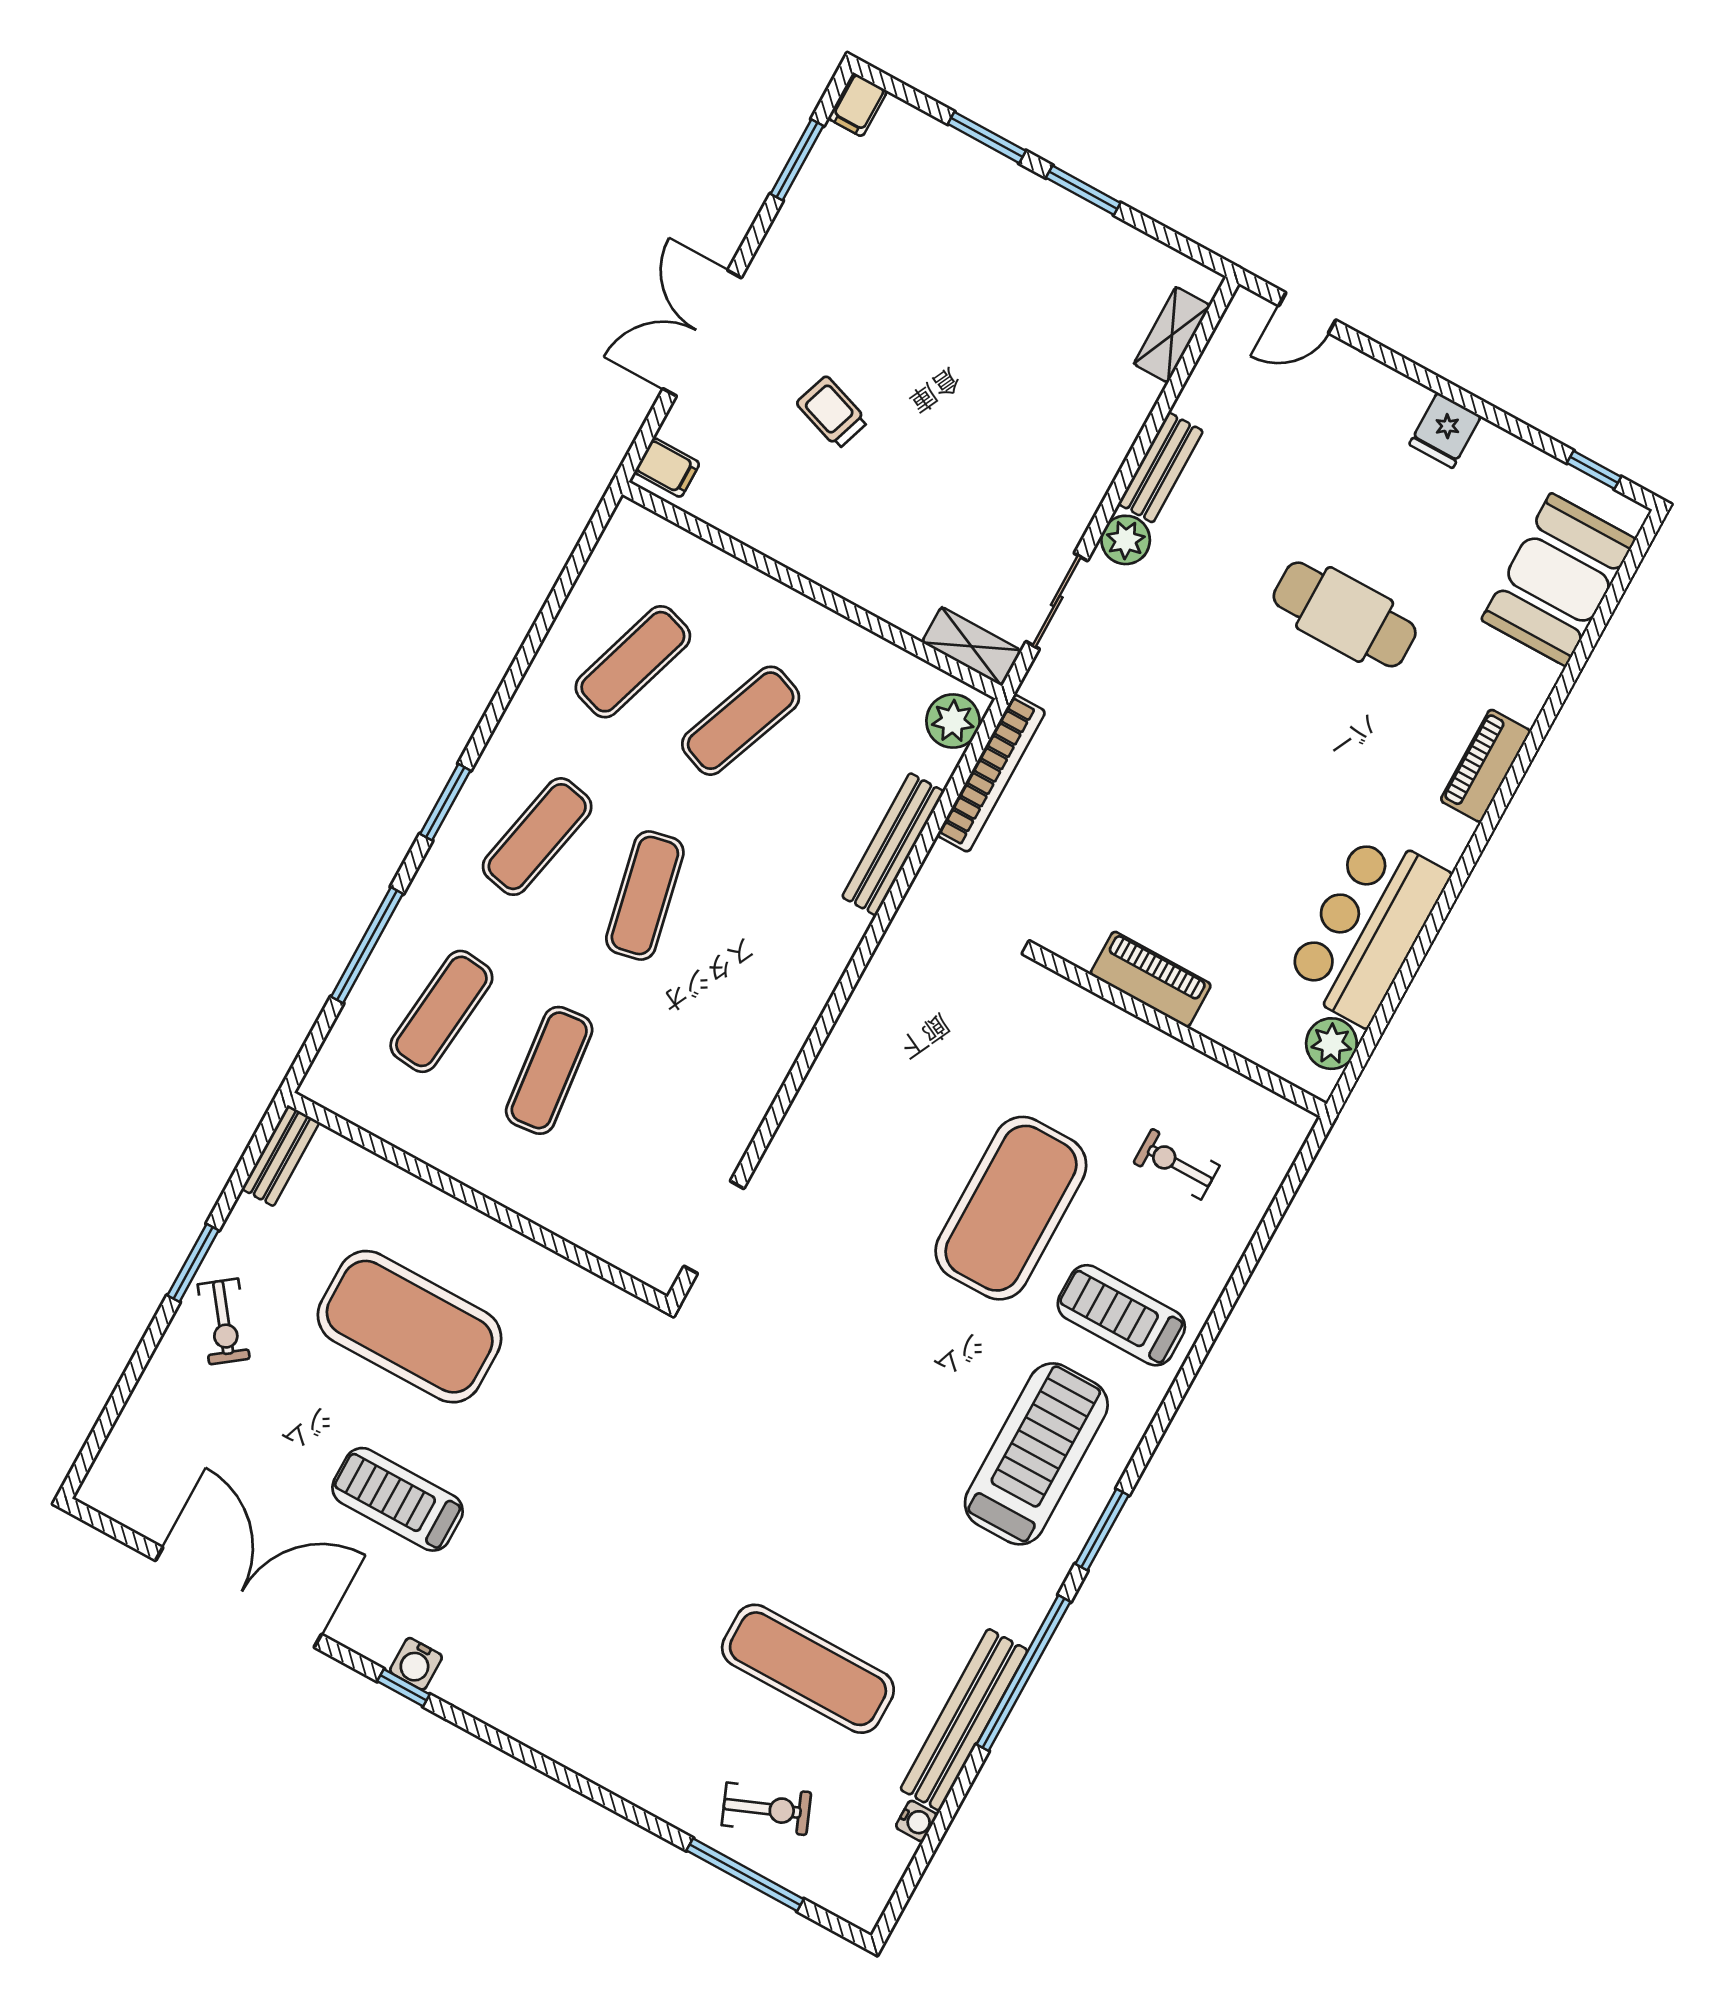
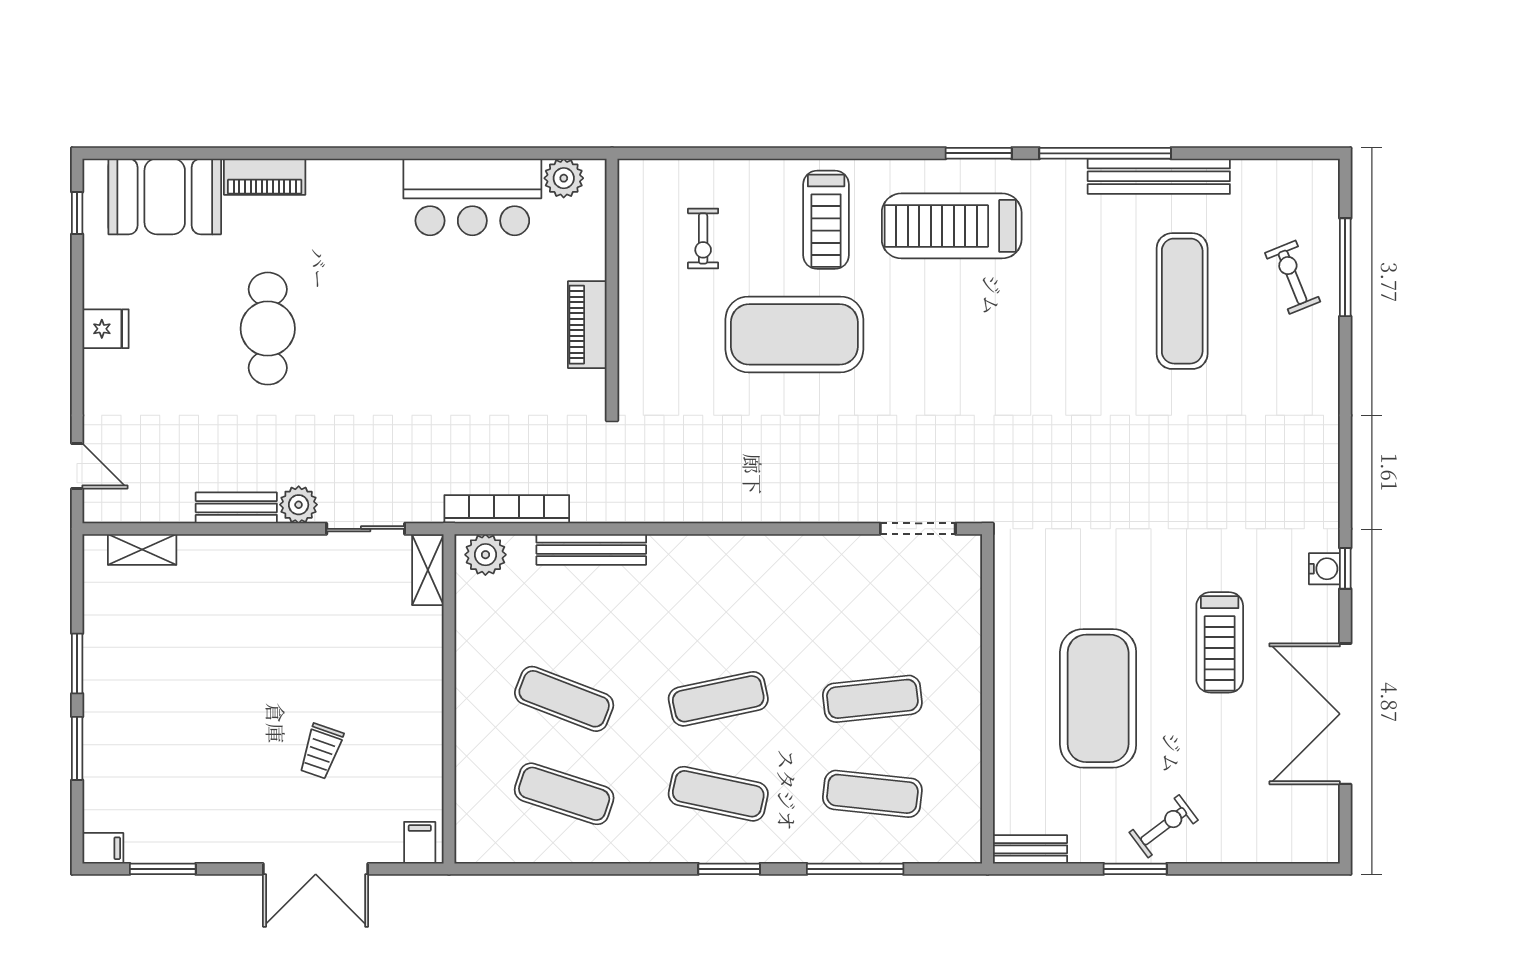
piano: (1486, 766) -> (265, 177), moved
water cooler: (916, 1821) -> (1245, 171), removed

